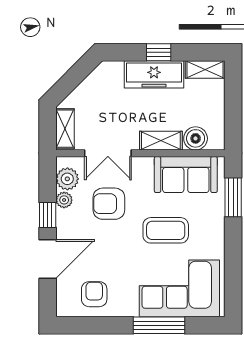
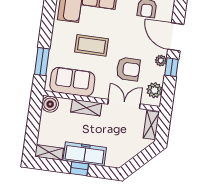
boiler: (196, 138) -> (50, 104), moved
plant: (64, 200) -> (161, 61), moved
door: (48, 259) -> (176, 37), hinge flipped

